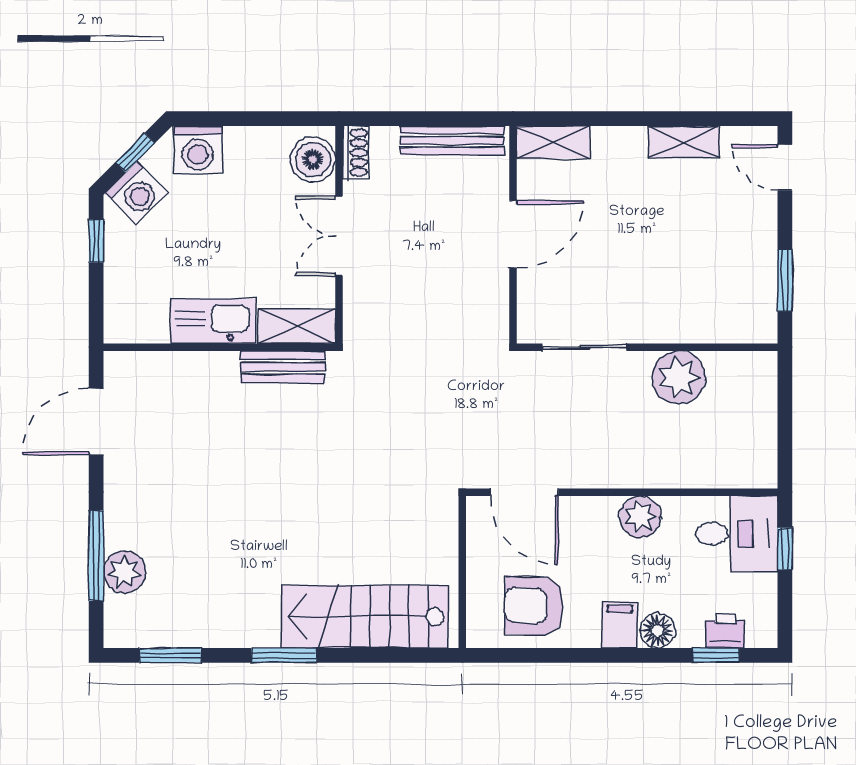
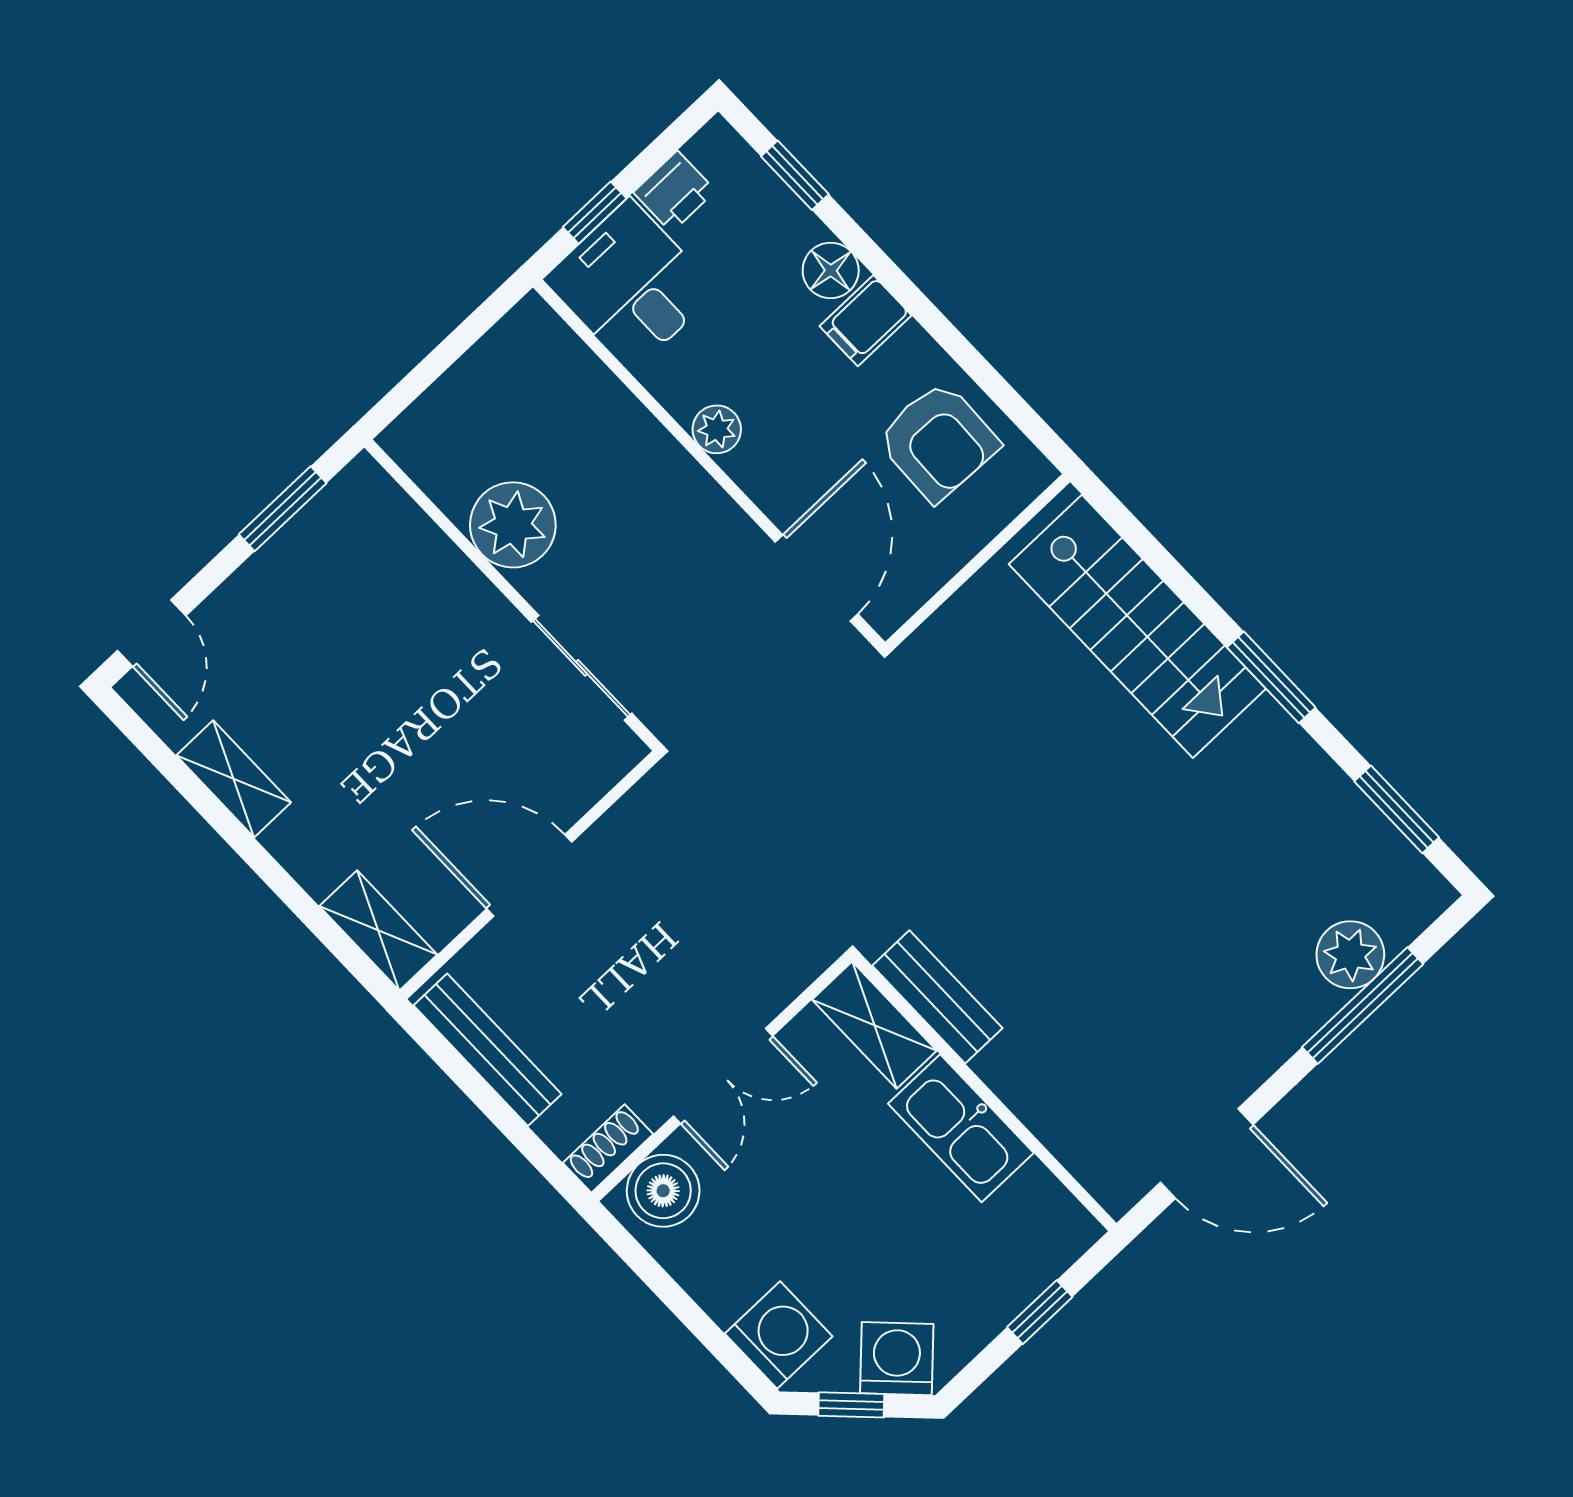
window: (96, 241) -> (1040, 1312), moved
plant: (640, 516) -> (717, 429), width x0.73, depth x0.73
printer: (725, 631) -> (674, 192), moved, turned -90

